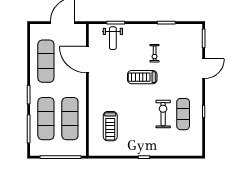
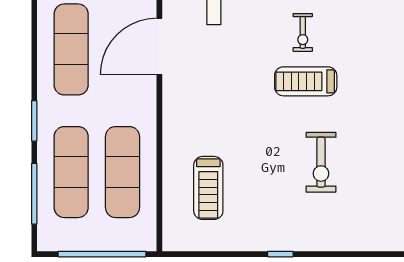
door: (87, 60) -> (159, 46), hinge flipped
treadmill: (142, 77) -> (306, 81), moved
exercise bike: (163, 114) -> (321, 162), turned 180
exercise mat: (183, 114) -> (364, 162), removed

